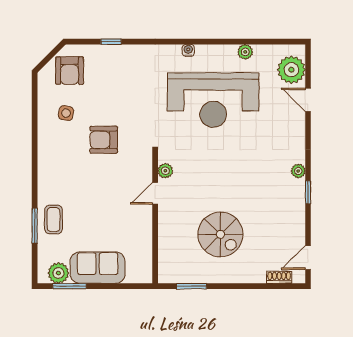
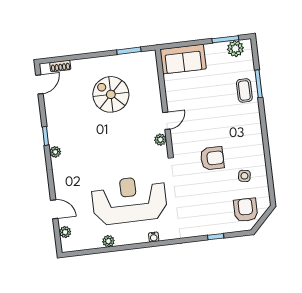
plant: (291, 70) -> (65, 232), width x0.53, depth x0.53
sofa: (98, 268) -> (183, 59), moved

